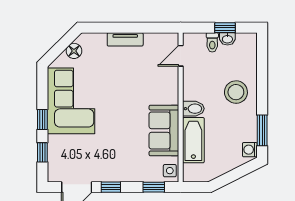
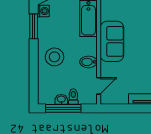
window: (225, 28) -> (63, 108), width x2.17
bidet: (193, 109) -> (88, 62), moved
sofa: (164, 131) -> (112, 41), moved

